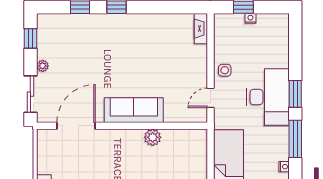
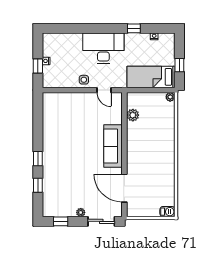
fireplace: (201, 29) -> (53, 97), removed
window: (295, 94) -> (101, 28), removed
plant: (153, 137) -> (133, 115), moved
window: (295, 139) -> (134, 28), width x0.46

